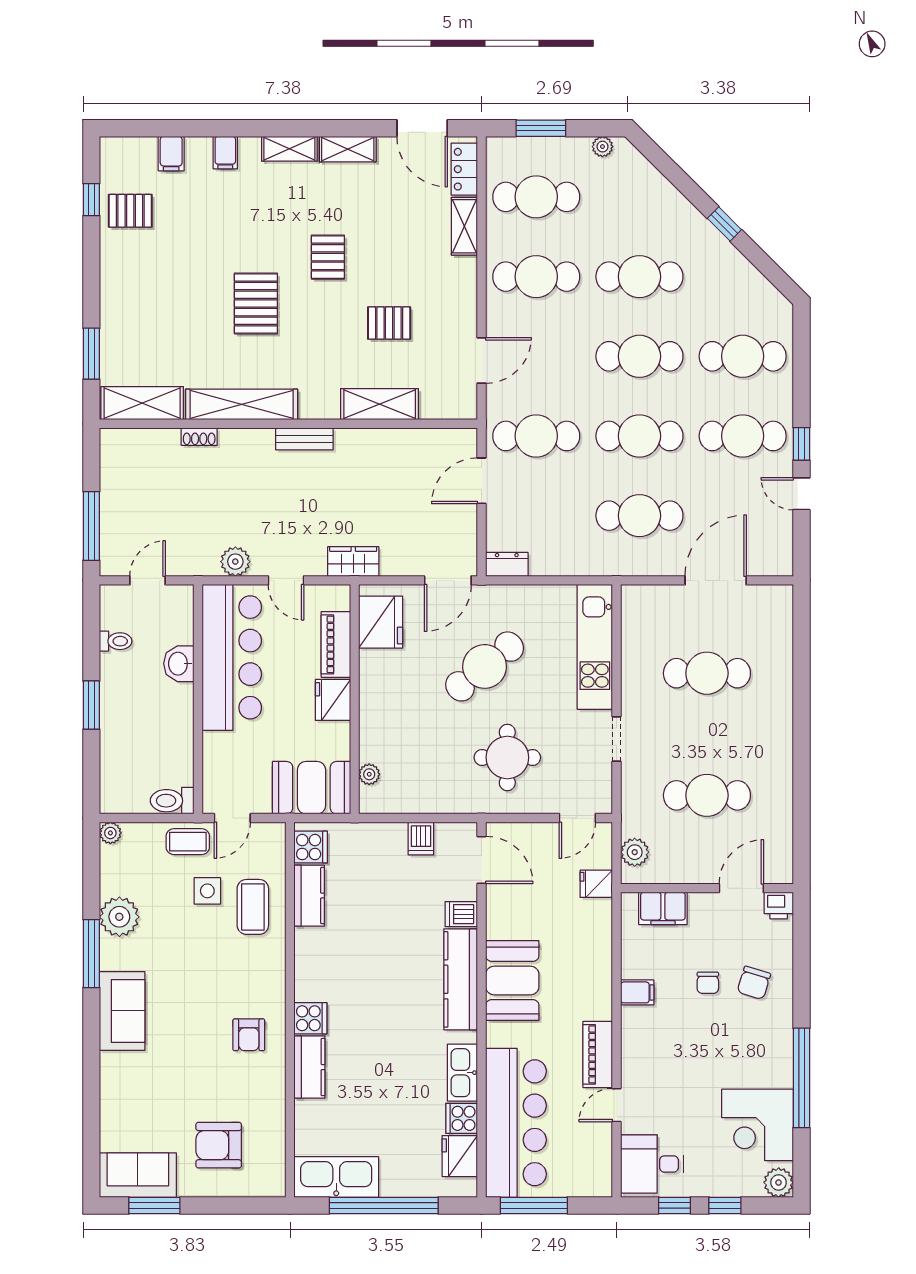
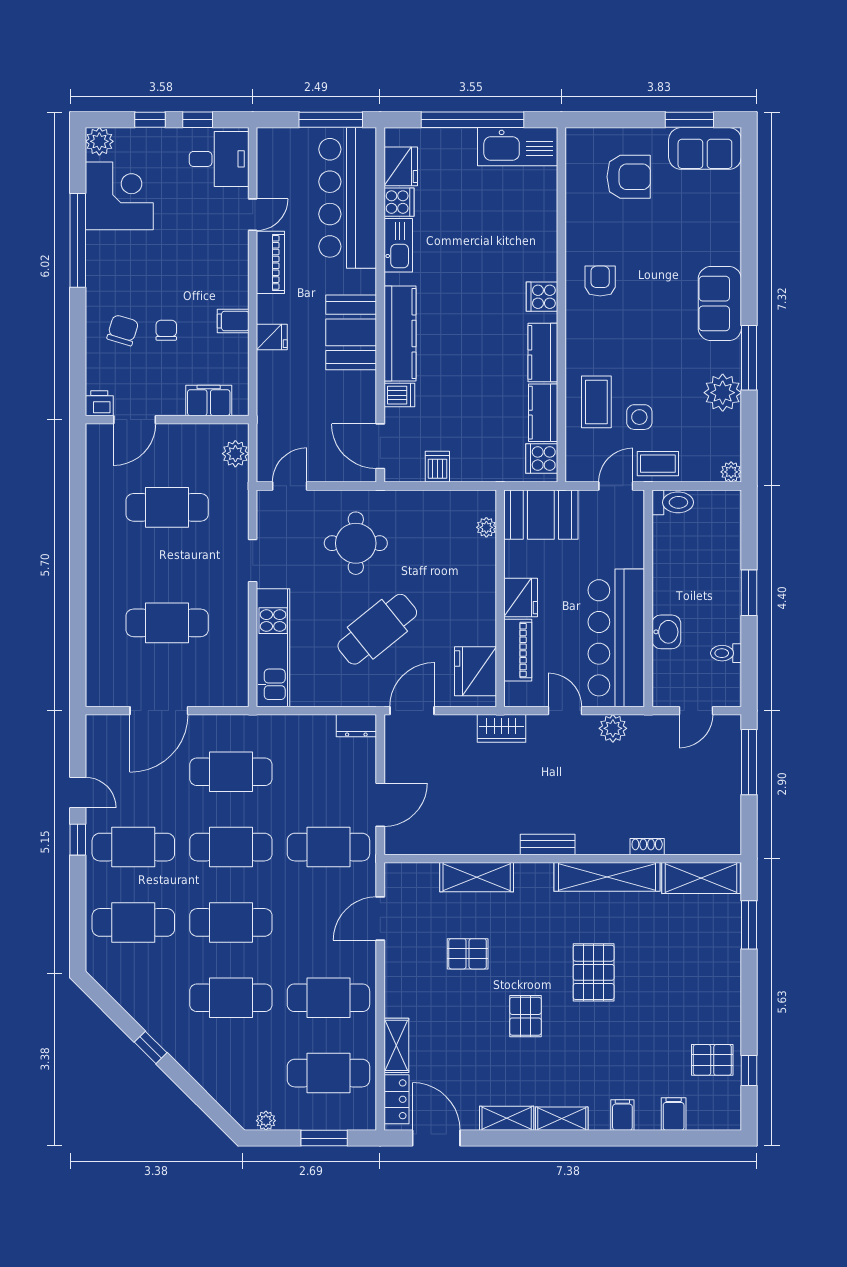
fridge: (596, 884) -> (272, 337), moved
kitchen counter: (309, 1067) -> (543, 352), moved

